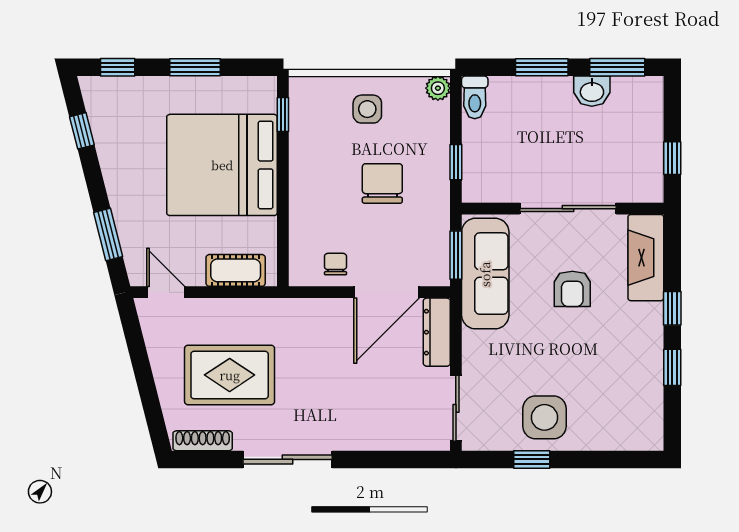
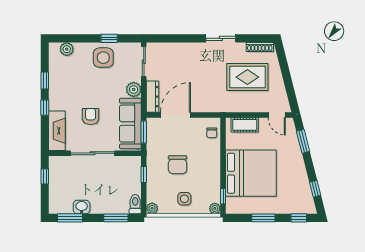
window: (542, 67) -> (116, 218), moved
plant: (301, 88) -> (215, 208), added
chair: (335, 264) -> (212, 133), moved
plant: (478, 348) -> (134, 90), added
plant: (624, 436) -> (67, 49), added
sliding door: (288, 459) -> (221, 38), width x0.73

